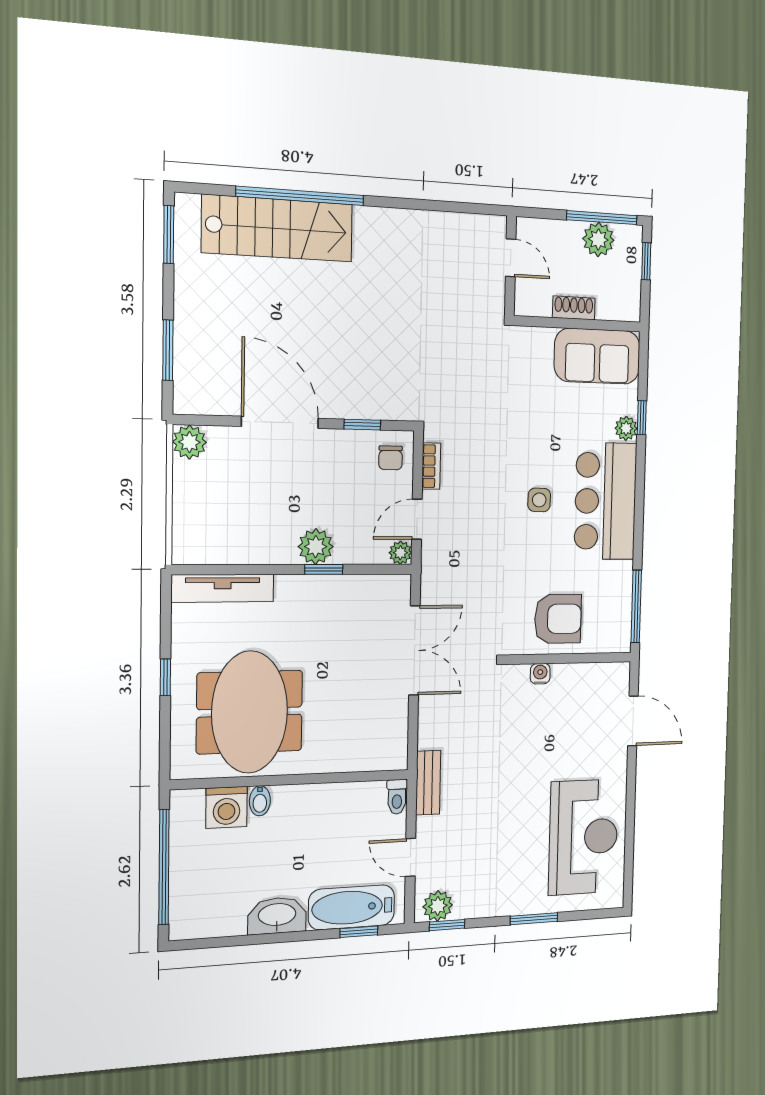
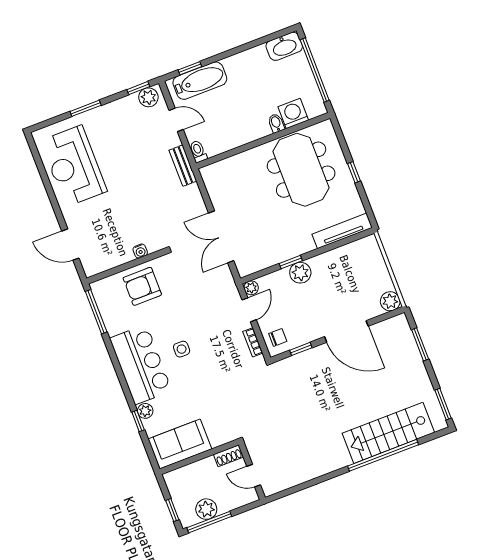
shoe rack: (574, 308) -> (228, 456), moved
chair: (391, 458) -> (278, 337), turned 90
washbasin: (277, 916) -> (284, 46), moved

